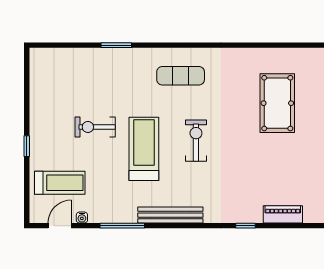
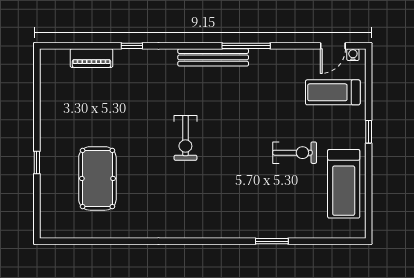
exercise mat: (181, 76) -> (202, 208), removed
treadmill: (144, 149) -> (344, 184), moved
water cooler: (82, 218) -> (353, 55), moved
window: (122, 226) -> (246, 46), moved

